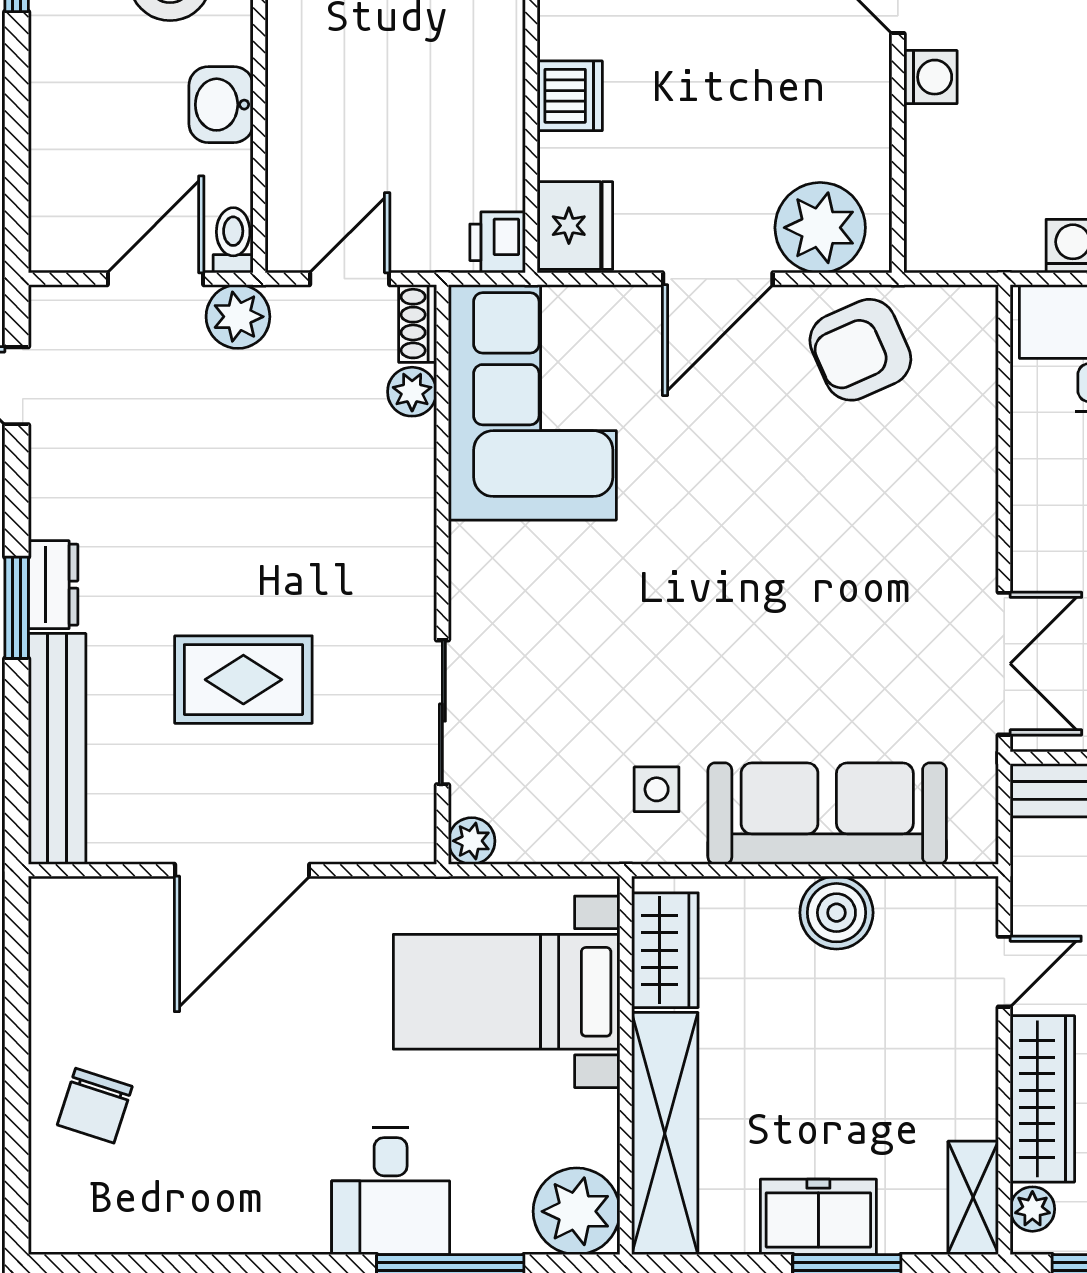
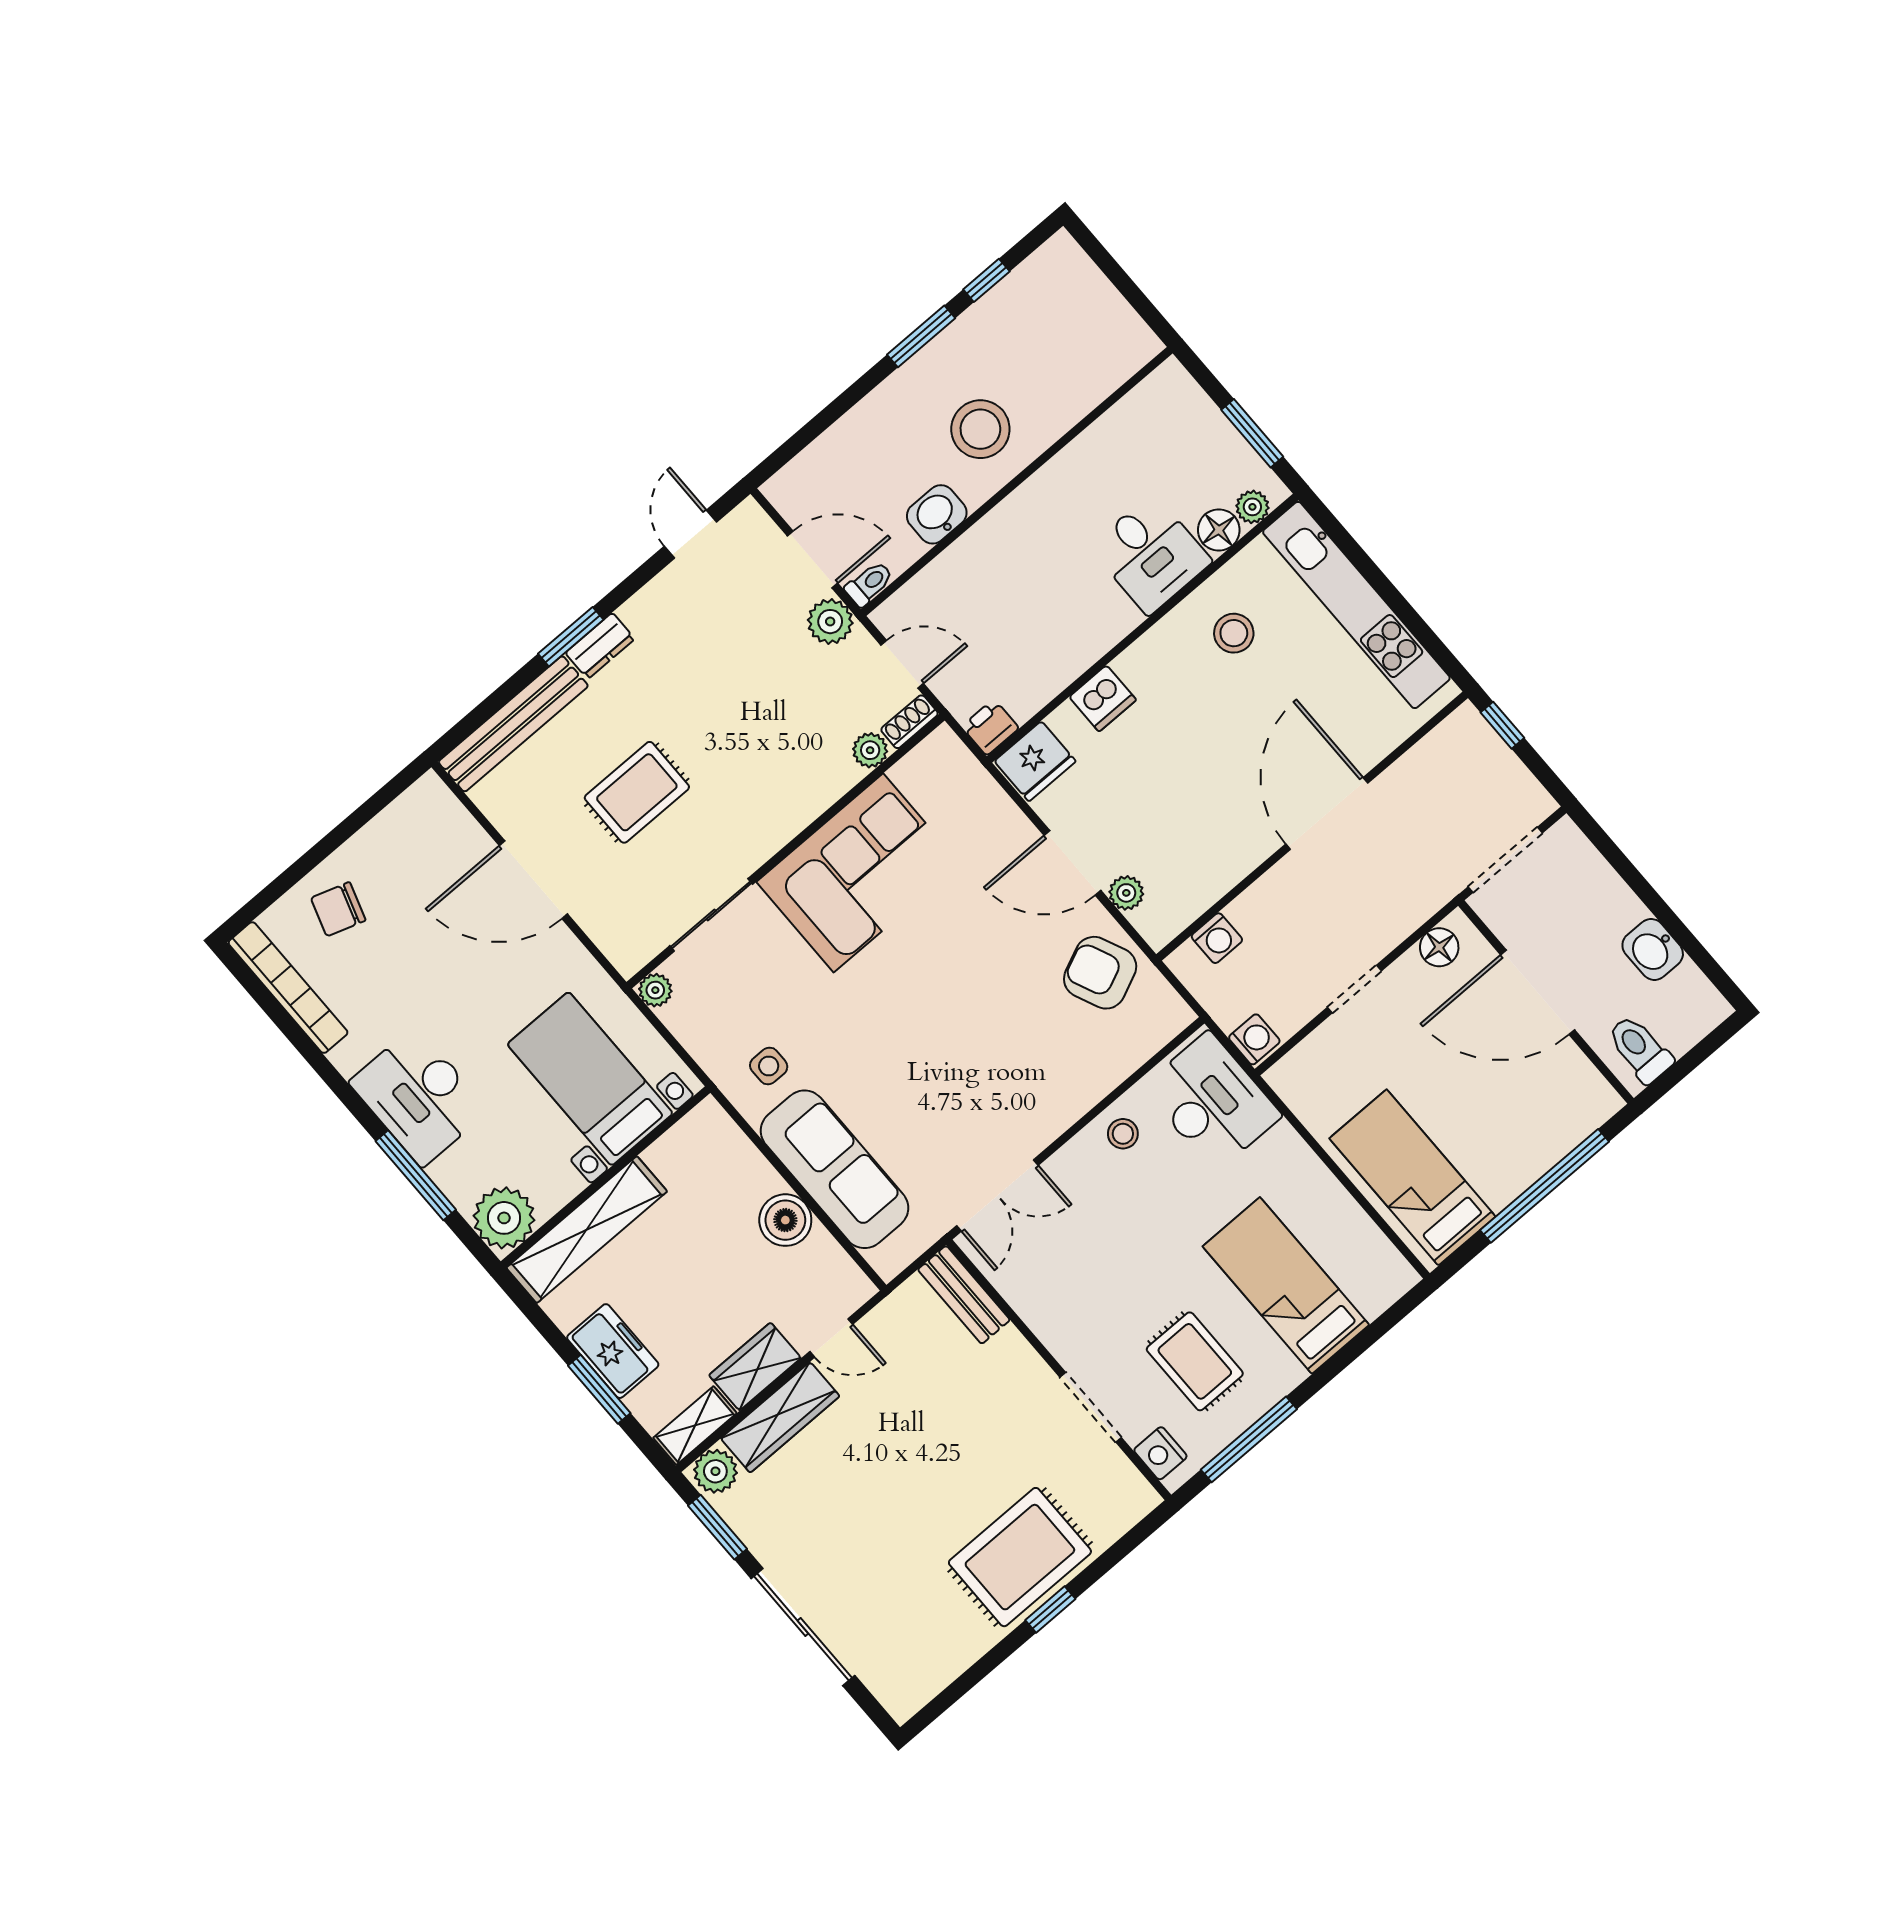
washing machine: (930, 77) -> (1217, 938), moved
plant: (820, 228) -> (1126, 893), width x0.53, depth x0.53
corner sofa: (532, 402) -> (858, 873), moved
stool: (1053, 473) -> (1123, 1134), added
rug: (243, 680) -> (637, 792), turned 90
wardrobe: (665, 950) -> (755, 1367), moved, turned 180
desk: (391, 1191) -> (419, 1096), width x1.37
plant: (1032, 1209) -> (715, 1471), width x1.38, depth x1.38
bookcase: (133, 1231) -> (288, 988), added

